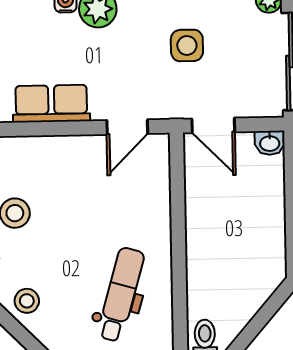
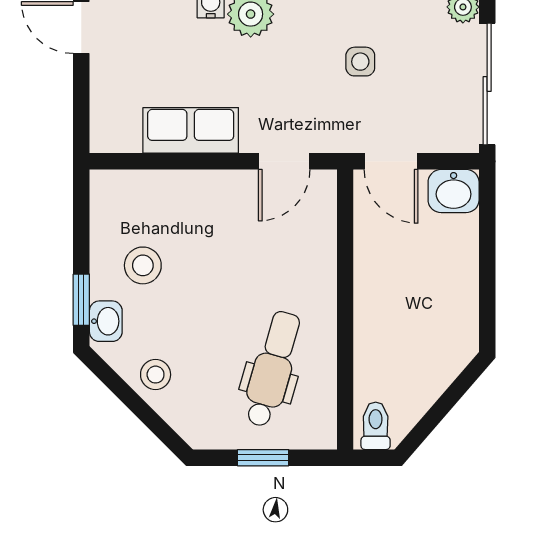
side table: (187, 45) -> (360, 62), width x0.73, depth x0.73
washbasin: (270, 143) -> (454, 191), width x1.38, depth x1.45

